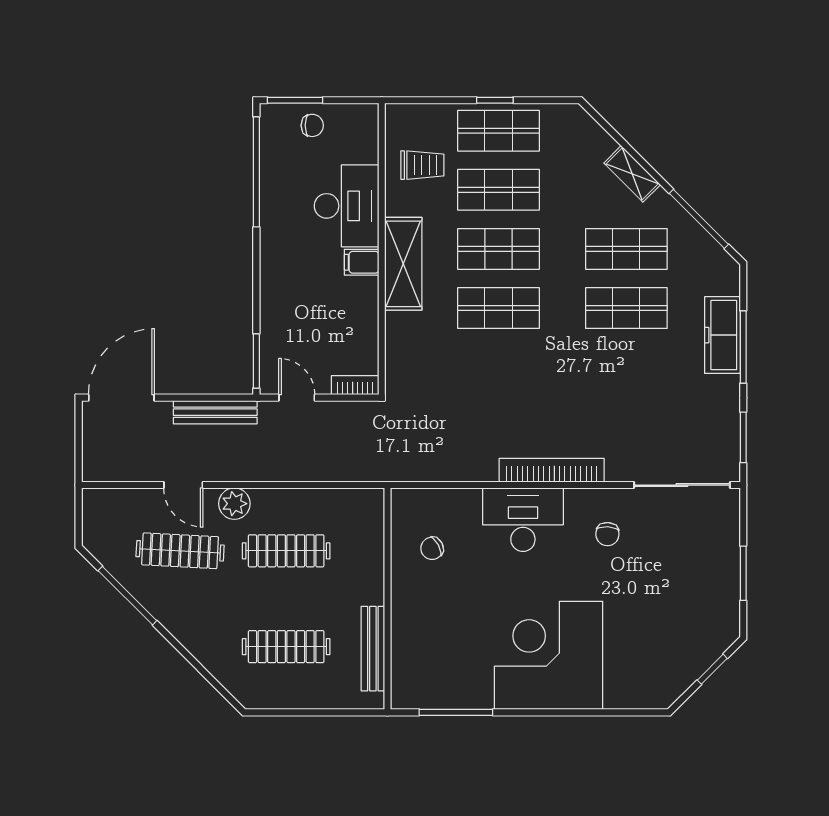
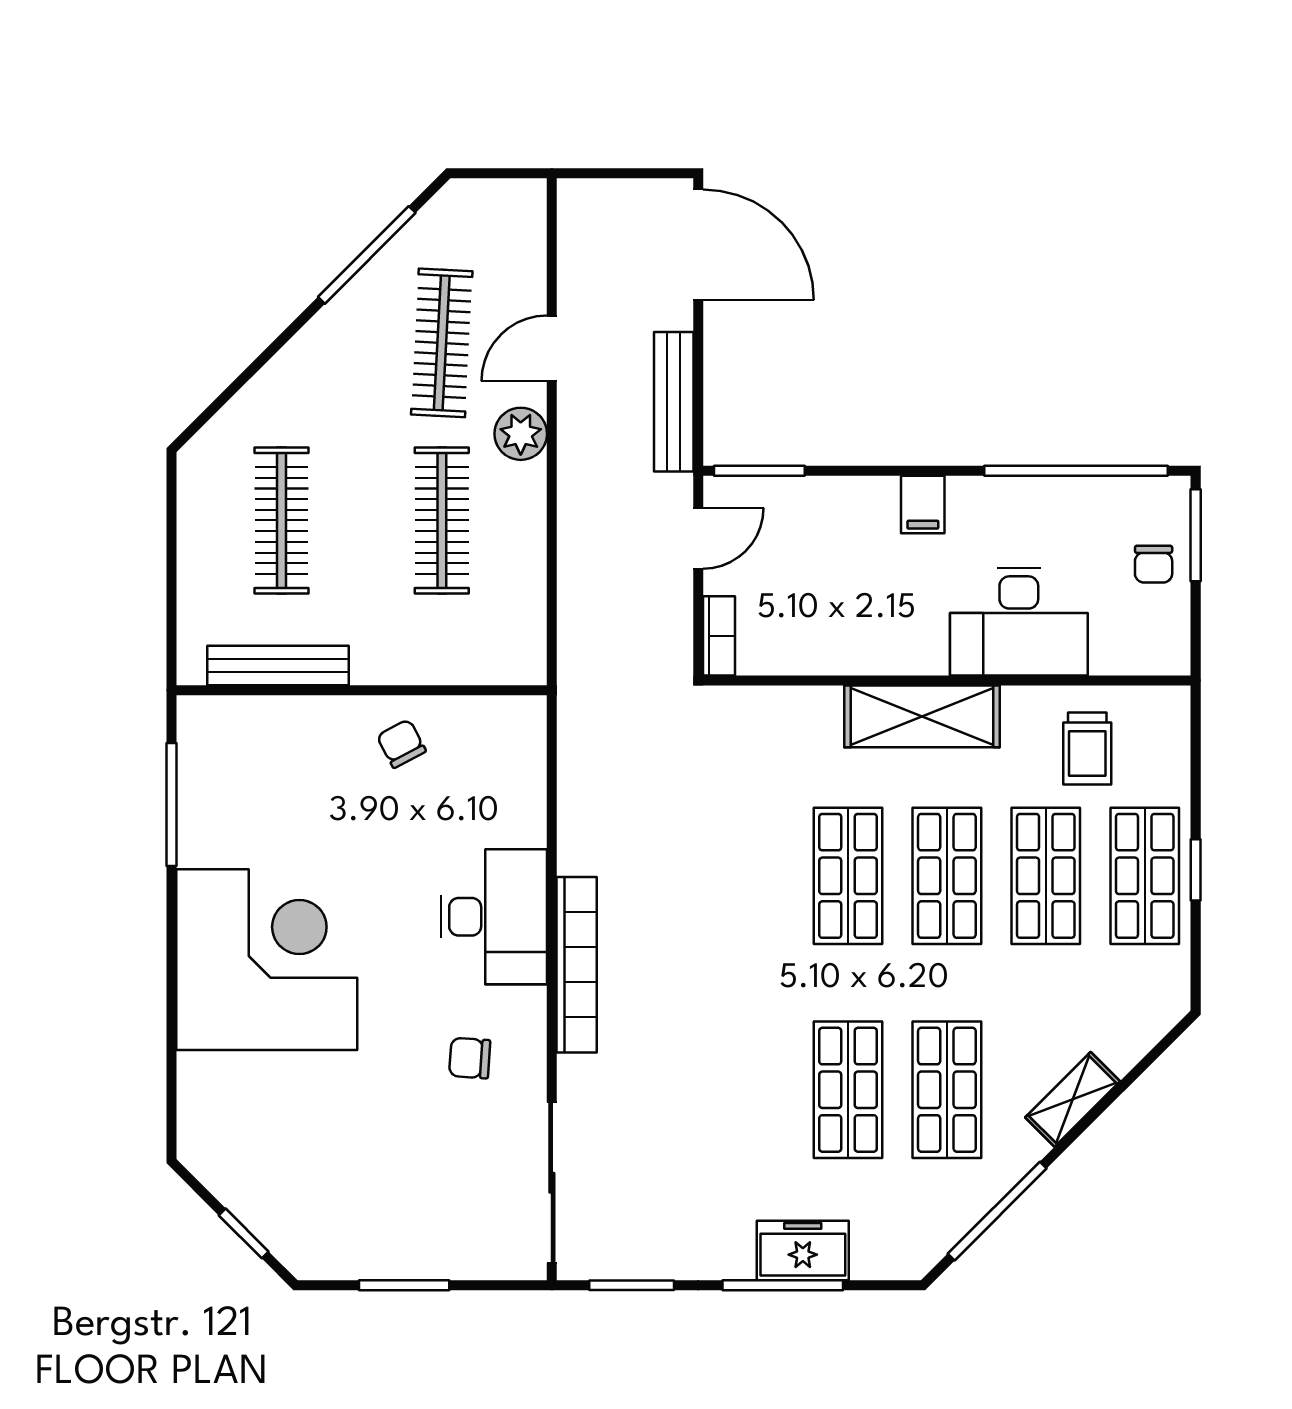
filing cabinet: (362, 262) -> (923, 504), moved, turned 180
freezer: (722, 335) -> (803, 1250), width x0.71
chair: (432, 548) -> (401, 744), moved

